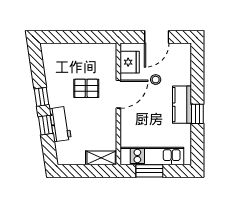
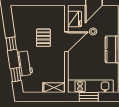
pallet: (86, 88) -> (43, 38), turned 90
window: (46, 125) -> (16, 75), moved

